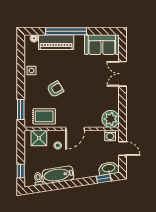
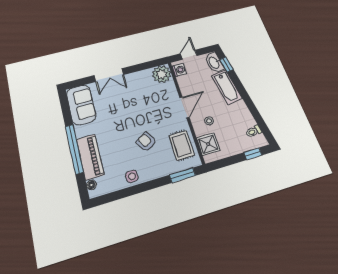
door: (75, 129) -> (184, 107), hinge flipped
bathtub: (58, 175) -> (227, 87), moved

